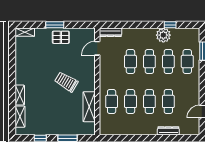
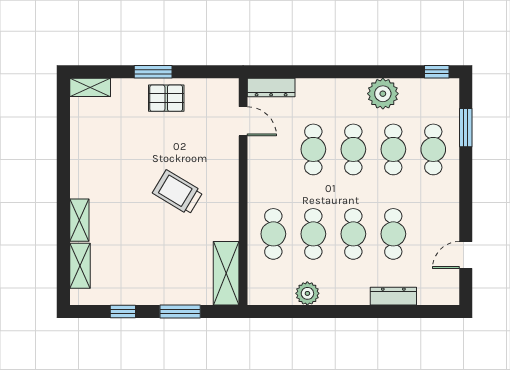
window: (170, 25) -> (437, 72), moved
door: (97, 48) -> (243, 121), swing flipped
shelving: (89, 107) -> (226, 273), moved
plant: (128, 130) -> (307, 293), added

